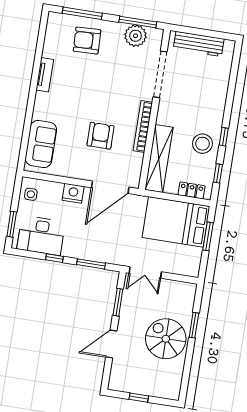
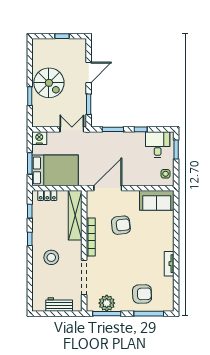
workbench: (199, 44) -> (59, 304), width x0.73
armchair: (100, 136) -> (121, 225), turned -97
sofa: (41, 144) -> (157, 200), moved, turned -90
stool: (202, 144) -> (51, 257), moved
nightstand: (73, 193) -> (39, 138), moved, turned 180
desk: (41, 236) -> (158, 144), width x0.73

